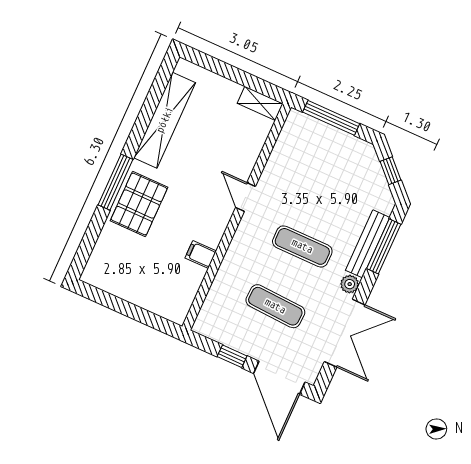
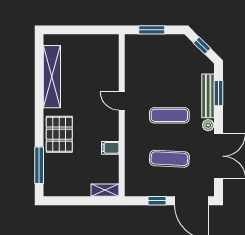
shelving: (260, 103) -> (105, 190), moved
window: (331, 118) -> (152, 30), width x0.69
window: (115, 182) -> (39, 165), moved
window: (384, 246) -> (219, 93), width x0.69

